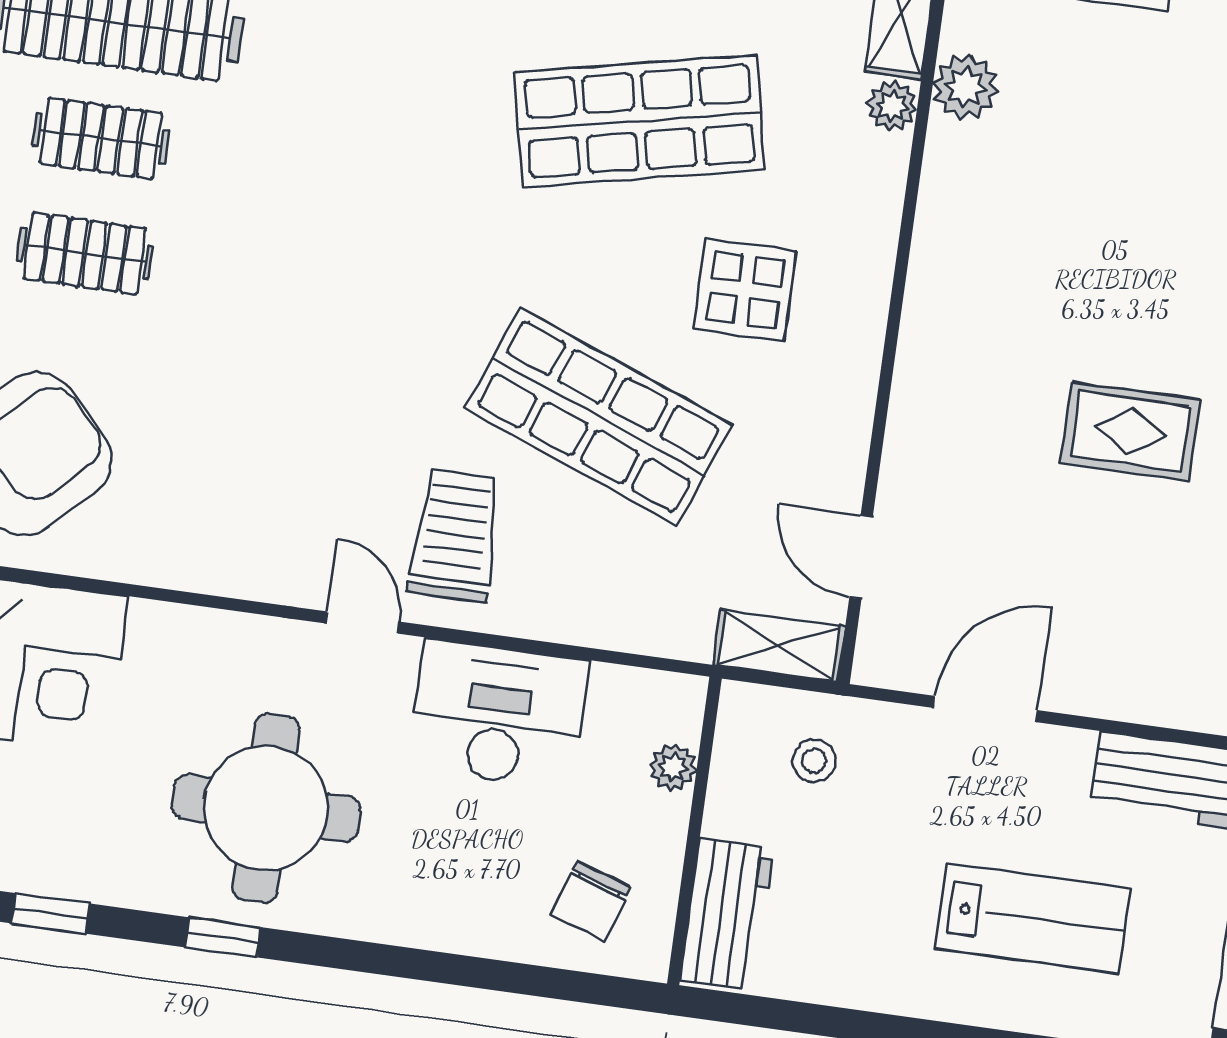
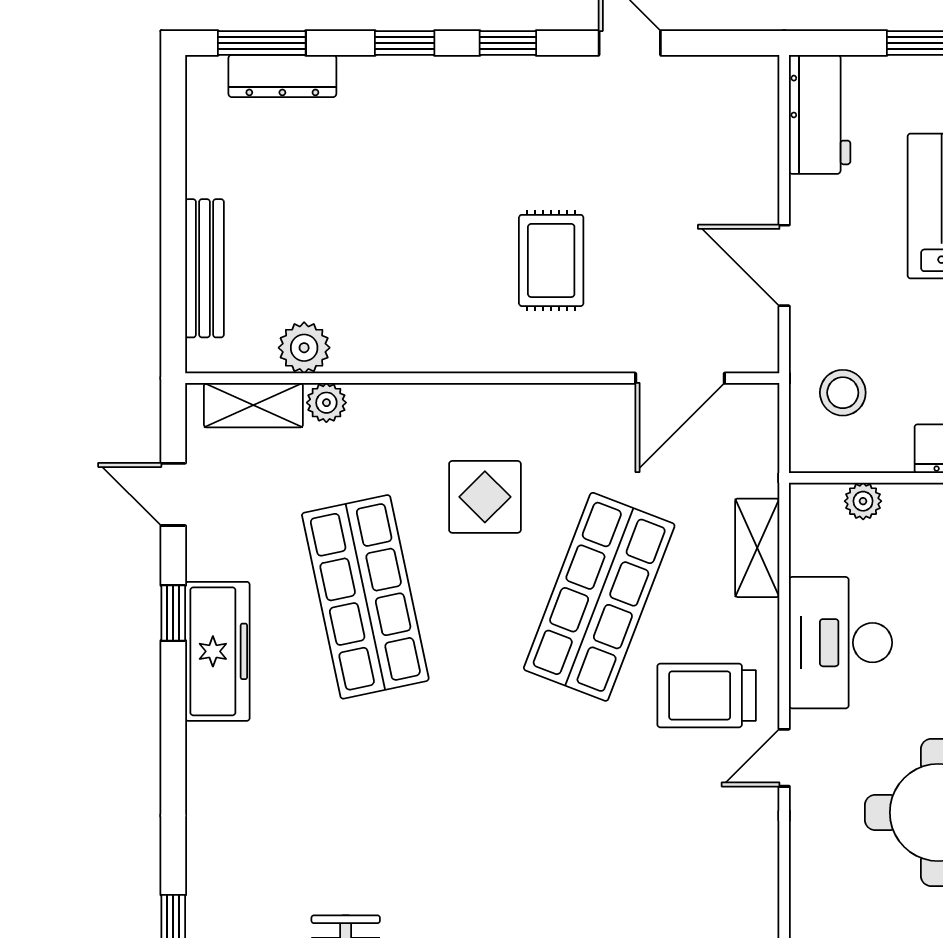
rug: (1130, 431) -> (551, 260), moved
door: (861, 557) -> (680, 378), width x1.38
shelving: (779, 646) -> (757, 548), moved
stool: (814, 761) -> (843, 393), width x1.37, depth x1.37

